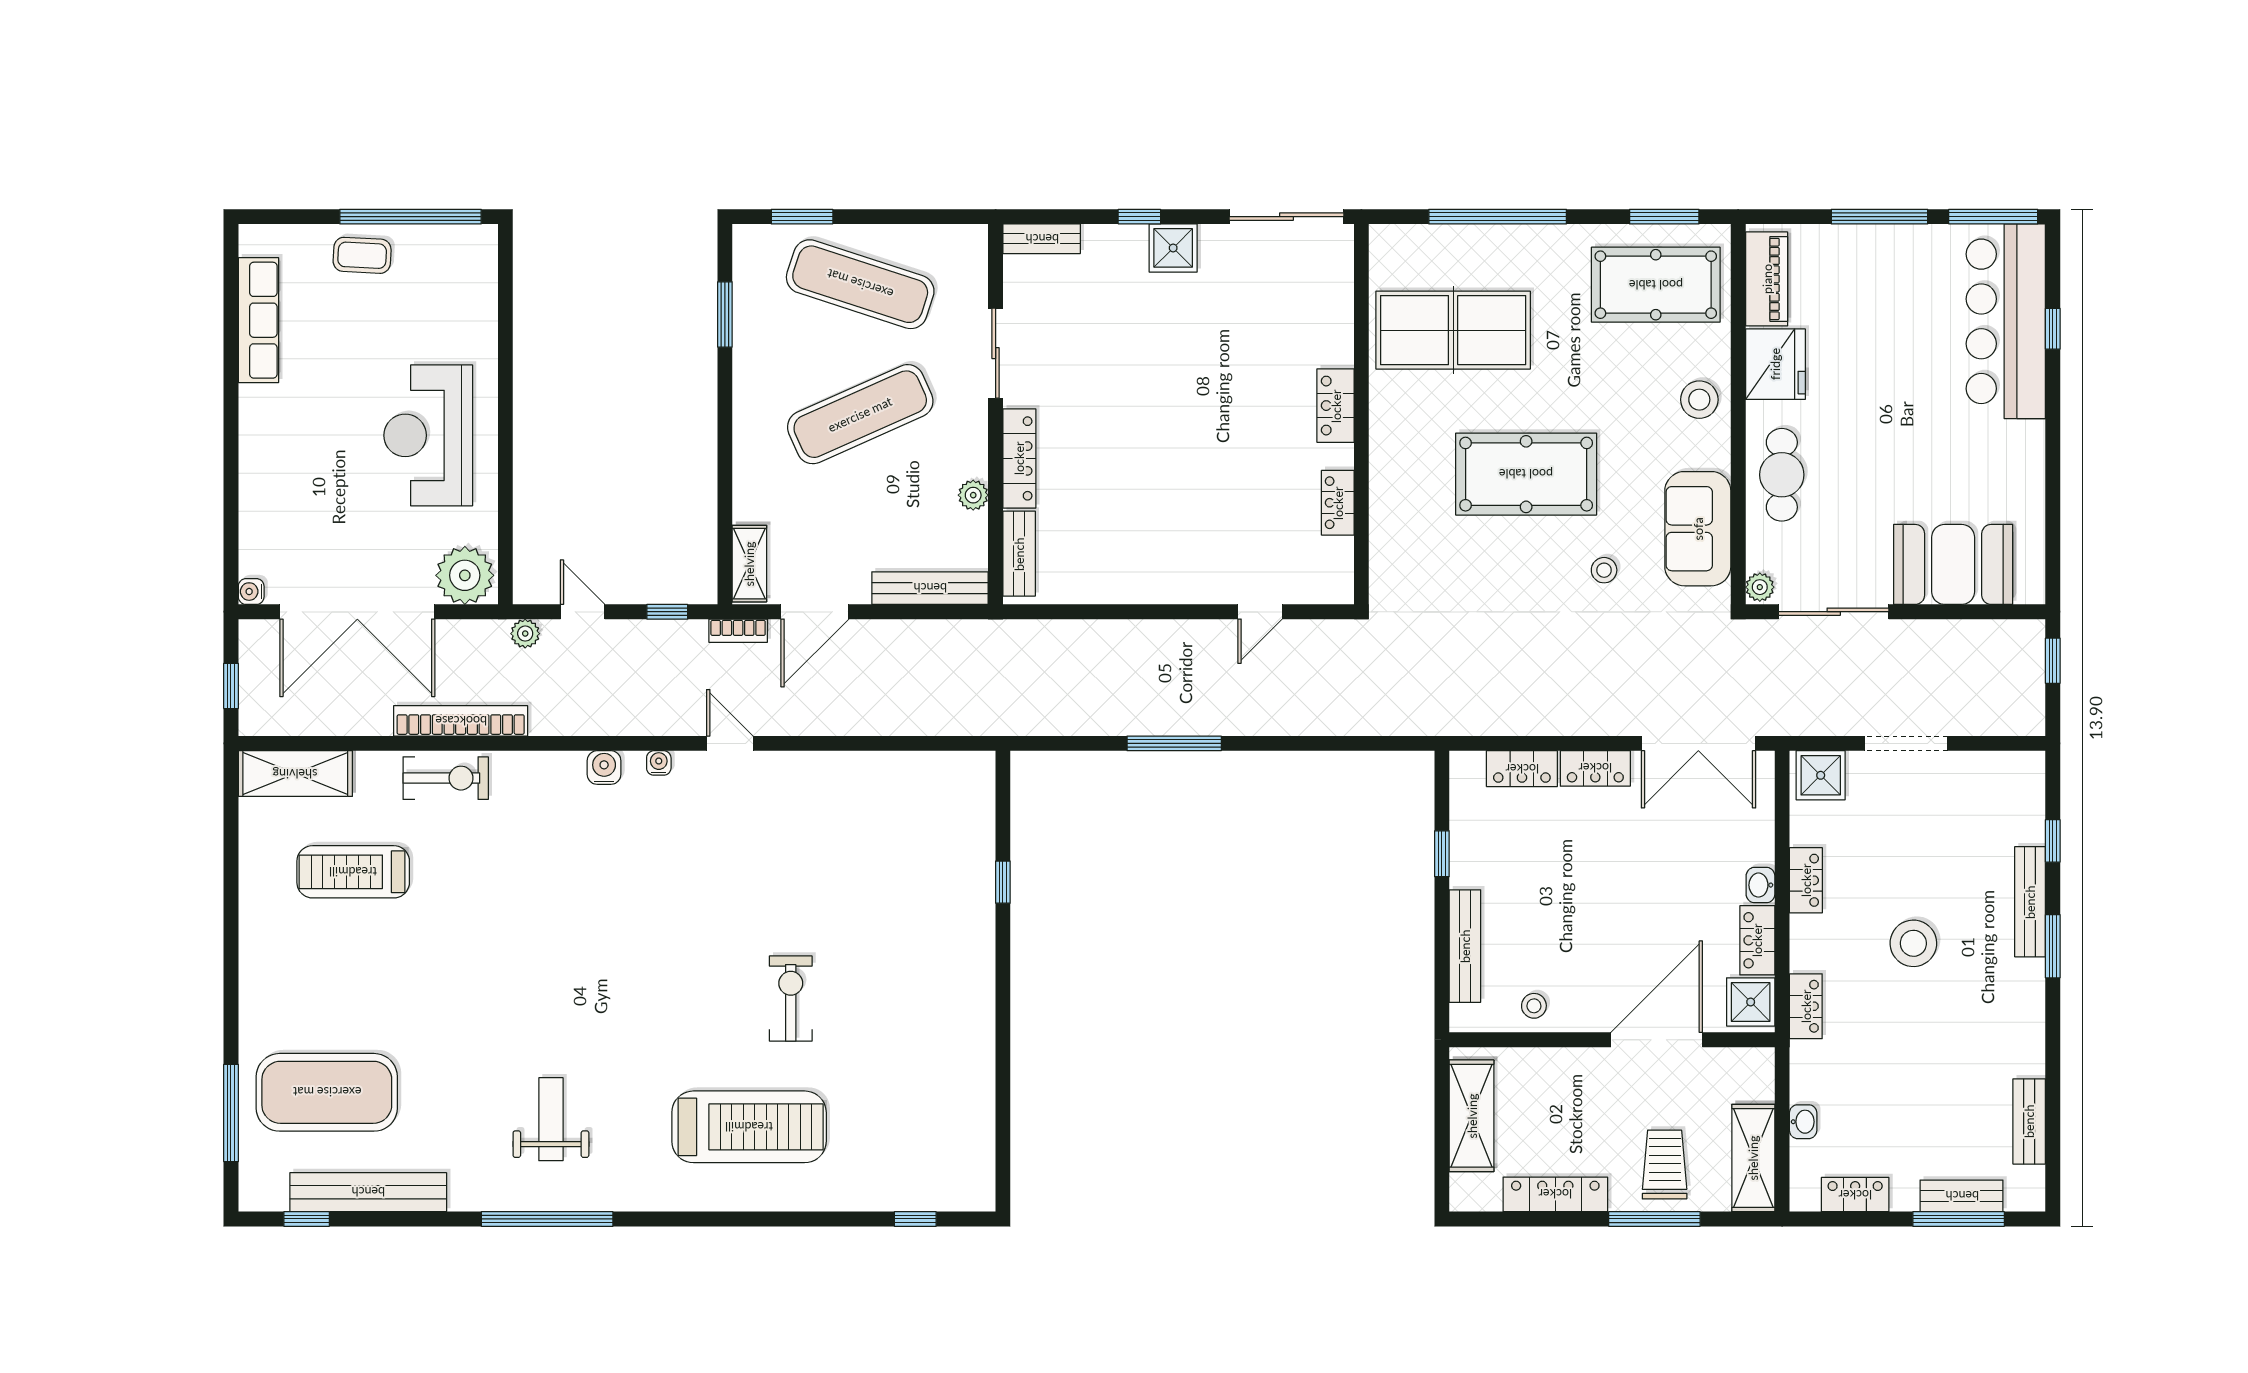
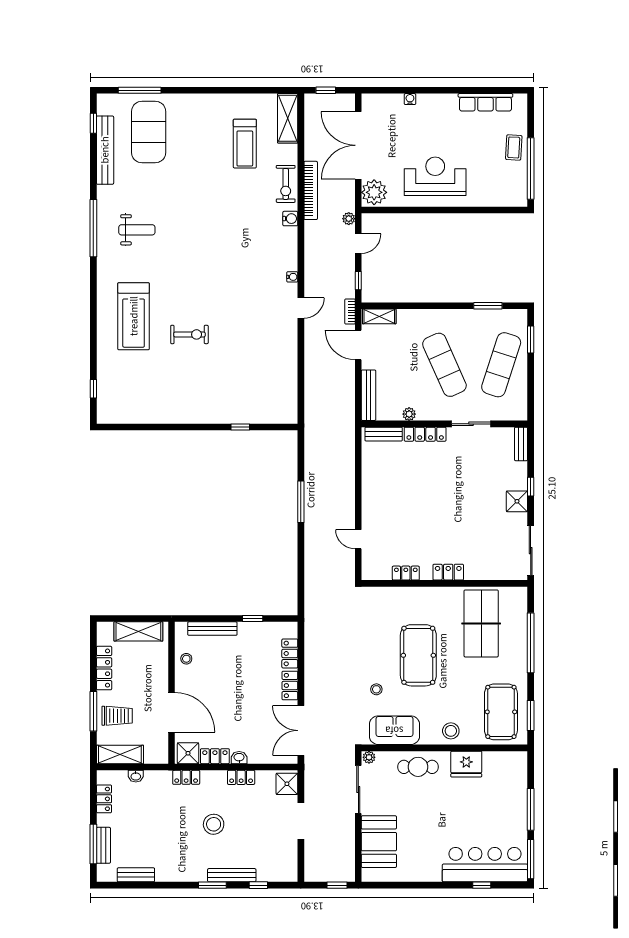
piano: (1767, 279) -> (503, 760), removed
water cooler: (251, 592) -> (410, 99), moved
water cooler: (604, 768) -> (290, 219), moved
treadmill: (353, 872) -> (245, 144), turned 180

